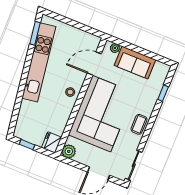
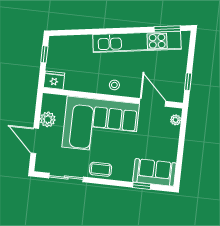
window: (85, 28) -> (188, 82), added
sofa: (135, 63) -> (154, 172), moved, turned 90
plant: (69, 151) -> (48, 119), moved
sliding door: (134, 165) -> (66, 177), moved

